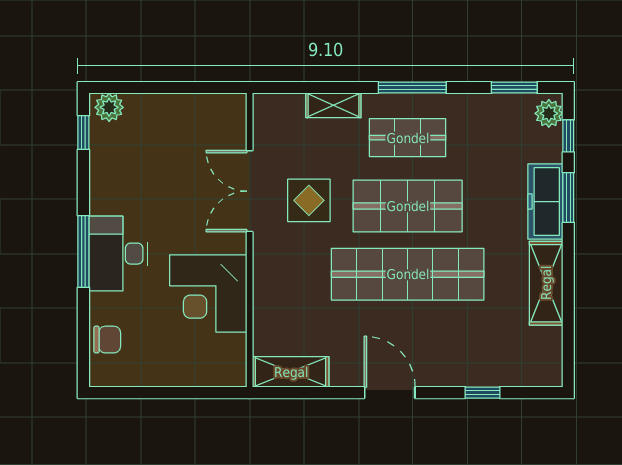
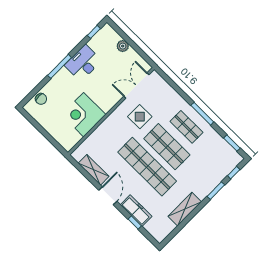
shelving: (333, 105) -> (174, 96), removed
plant: (109, 107) -> (123, 46), moved
plant: (549, 113) -> (235, 161), removed
double door: (250, 191) -> (136, 86), moved
freezer: (545, 202) -> (136, 211), moved, turned 90
desk: (118, 254) -> (83, 63), moved
shelving: (291, 372) -> (94, 170), moved

